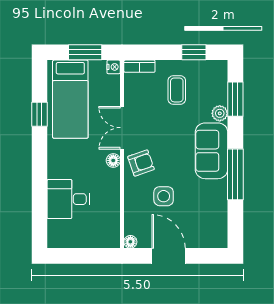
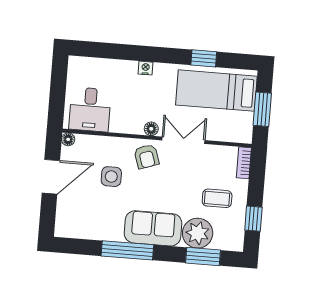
nightstand: (114, 67) -> (146, 68), moved, turned 180
plant: (220, 113) -> (198, 233), width x1.88, depth x1.88
desk: (68, 199) -> (90, 109), moved, turned 180

